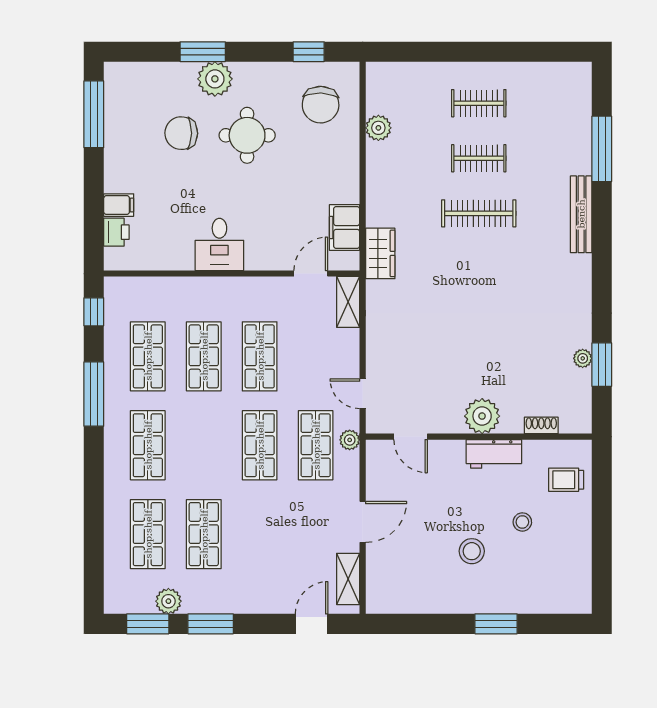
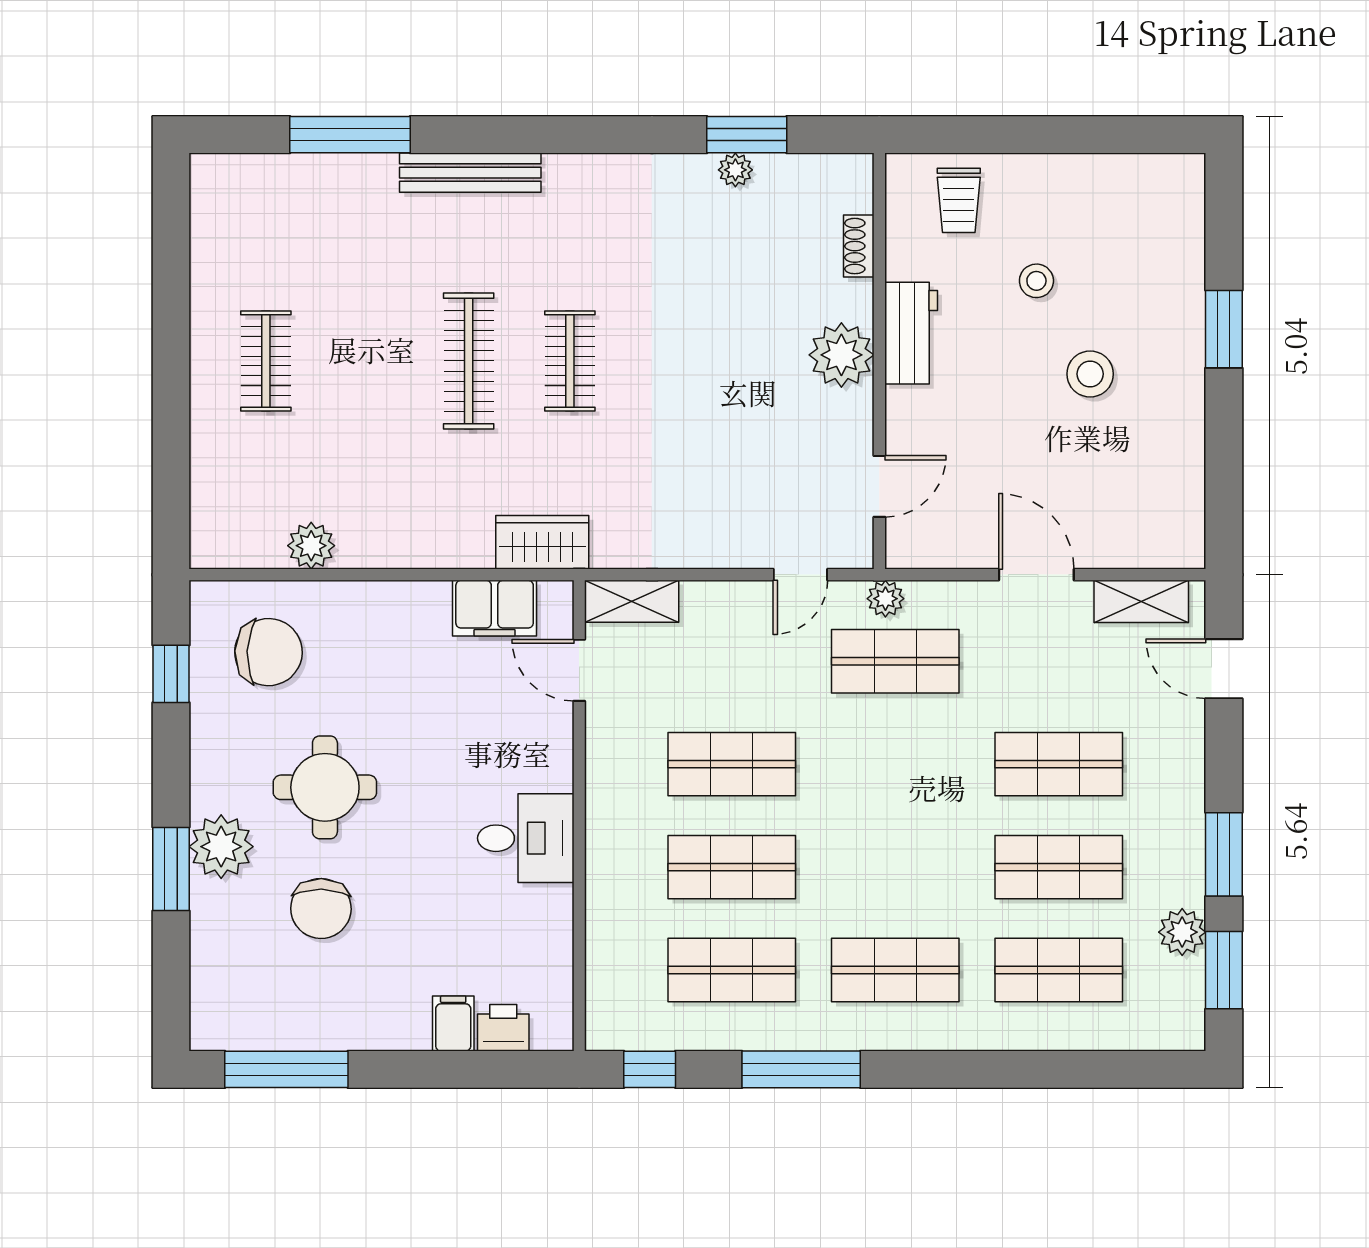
clothes rail: (479, 158) -> (570, 361), moved
shop shelf: (260, 445) -> (1059, 764), moved

